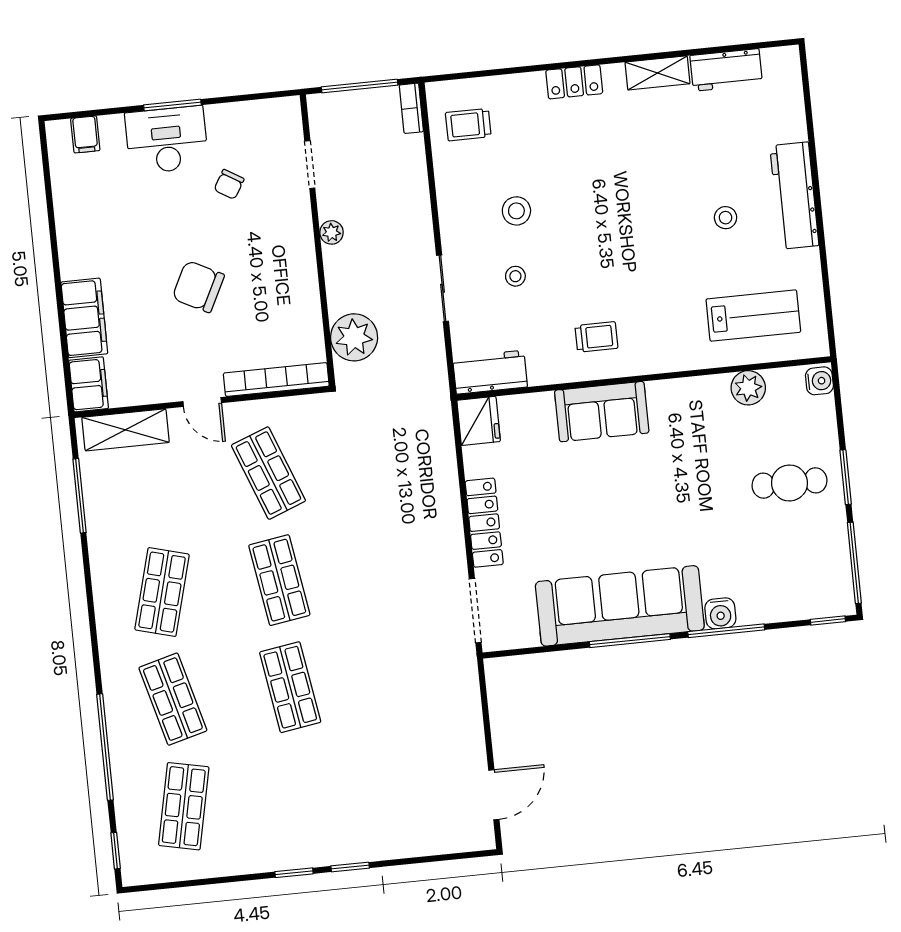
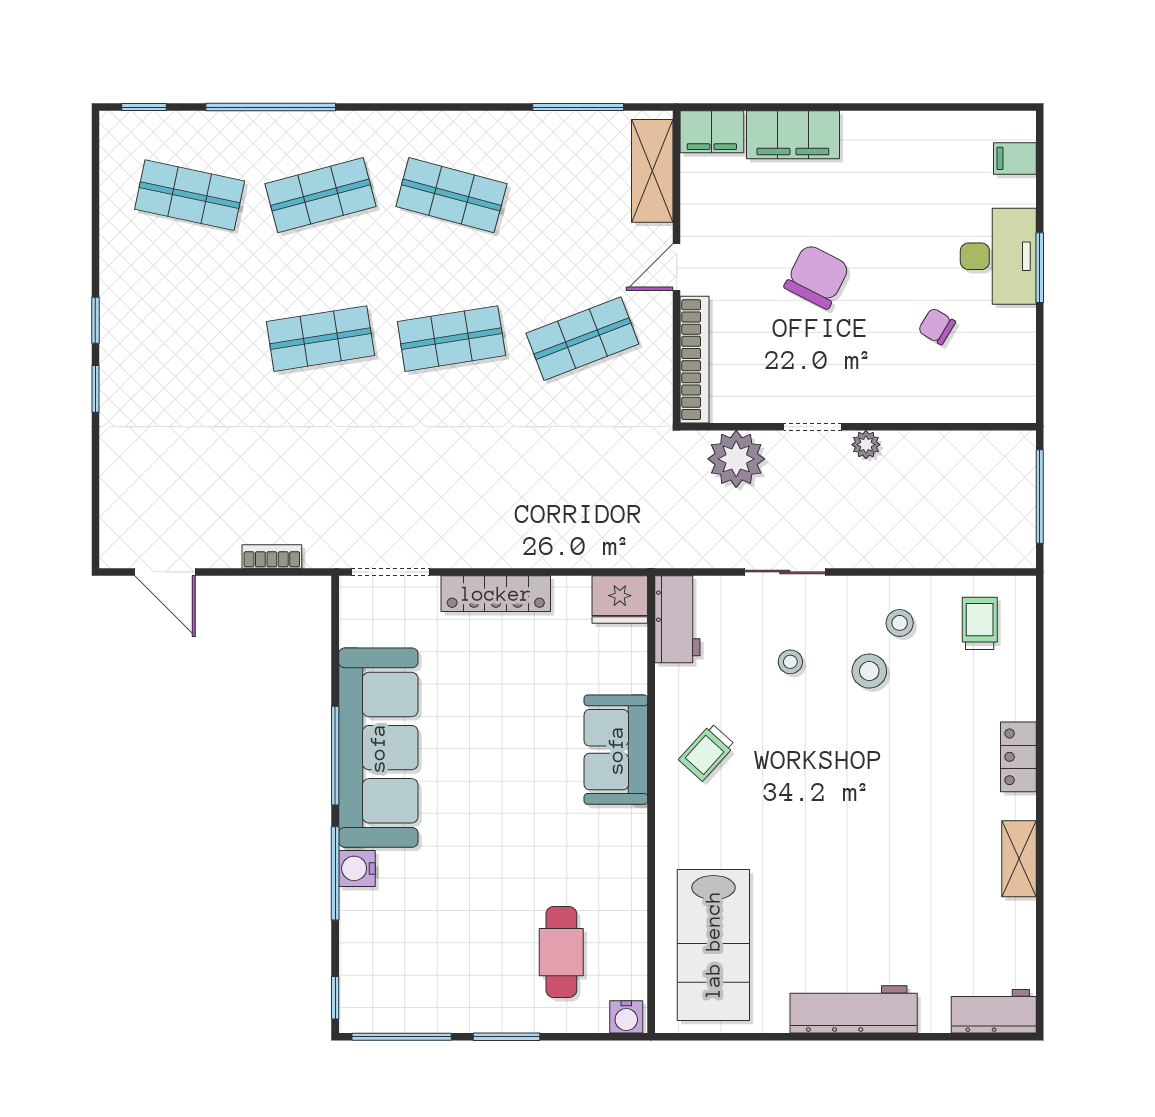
workbench: (726, 70) -> (994, 1011), moved, turned 90
bookcase: (411, 108) -> (272, 556), moved
doorway: (310, 165) -> (813, 427), moved
stool: (726, 218) -> (900, 623), moved
lab bench: (753, 316) -> (713, 945), width x1.36, depth x1.39
trolley: (596, 337) -> (707, 752), turned 42
plant: (748, 388) -> (627, 930), removed
cafe table: (789, 483) -> (561, 952), moved

